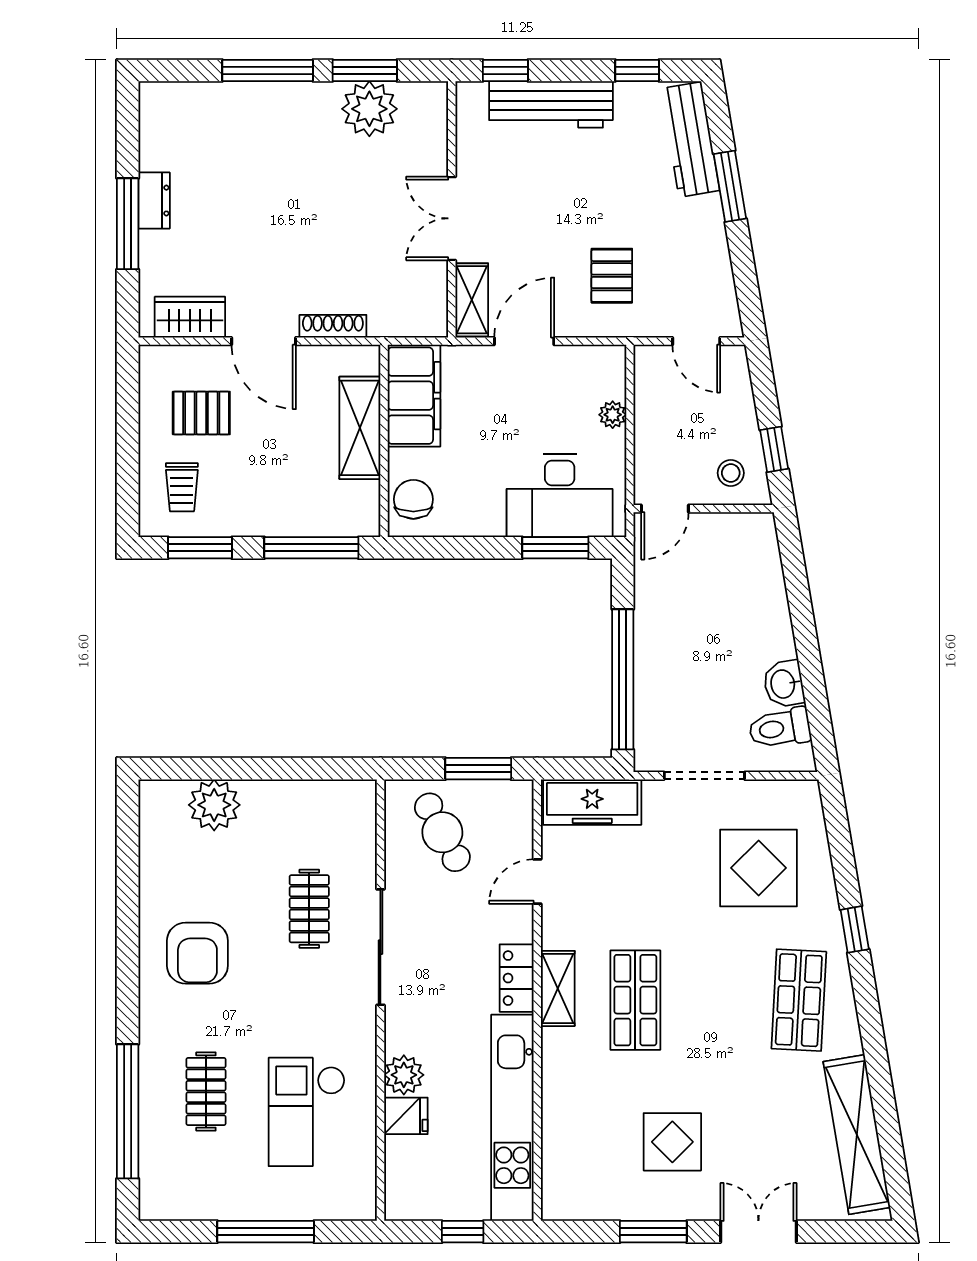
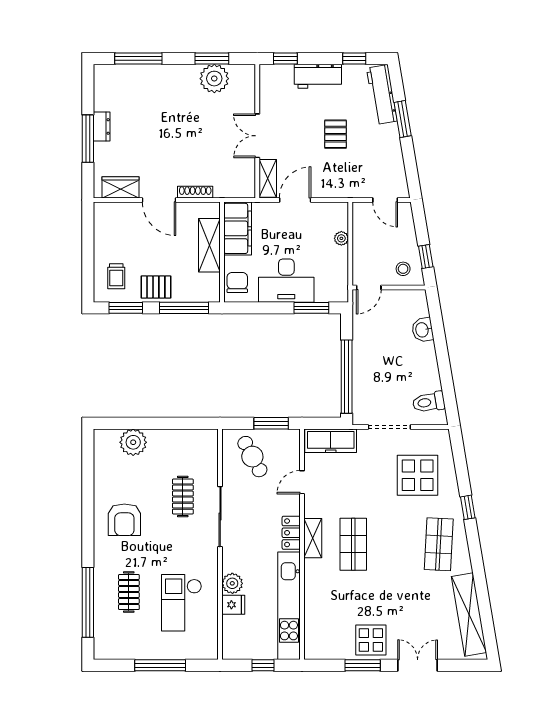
window: (268, 70) -> (138, 58), moved
workbench: (551, 104) -> (318, 76), width x0.73
pallet: (612, 276) -> (336, 134), moved
pallet: (201, 413) -> (156, 287), moved
desk: (560, 495) -> (286, 281), moved
washbasin: (784, 684) -> (423, 330), moved
display table: (672, 1142) -> (371, 640), moved

